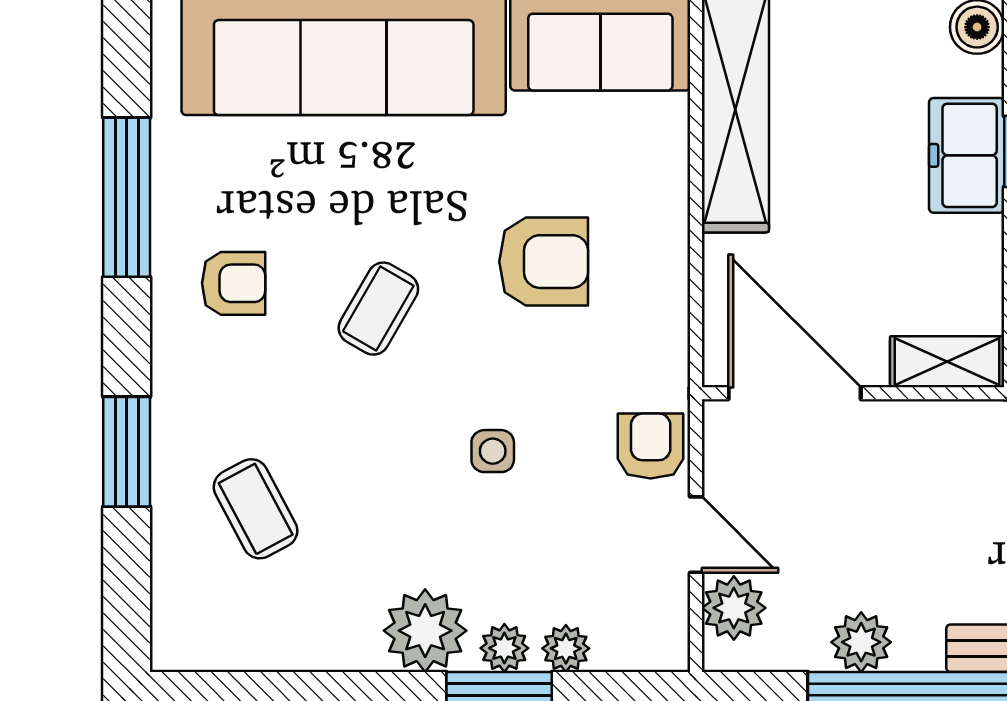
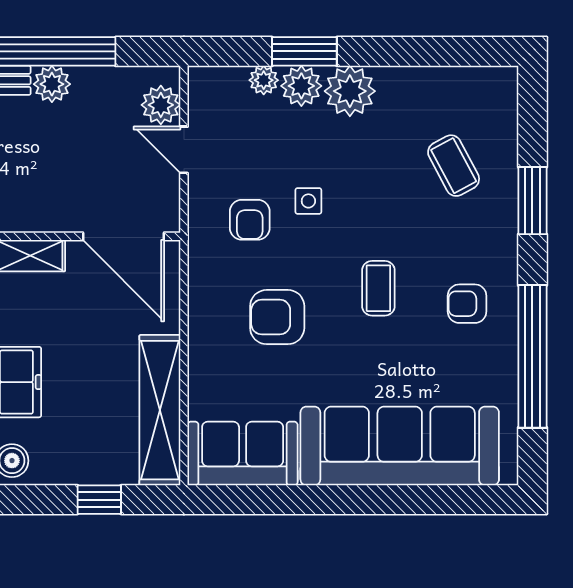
window: (127, 197) -> (532, 356), width x1.46
coffee table: (378, 309) -> (378, 288), turned -30
armchair: (651, 446) -> (250, 220), moved
plant: (861, 642) -> (52, 84), moved
plant: (504, 648) -> (301, 86), width x1.38, depth x1.38

